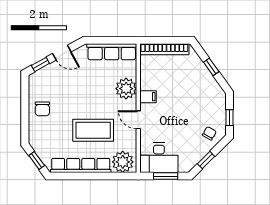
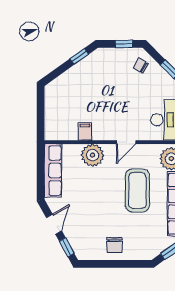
bookcase: (164, 49) -> (50, 114), removed
window: (211, 67) -> (79, 56), moved
filing cabinet: (148, 97) -> (85, 132), moved
chair: (42, 109) -> (114, 245), turned 90

